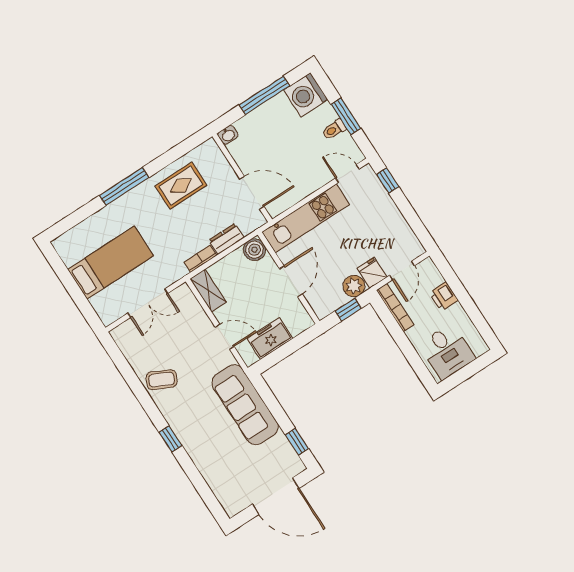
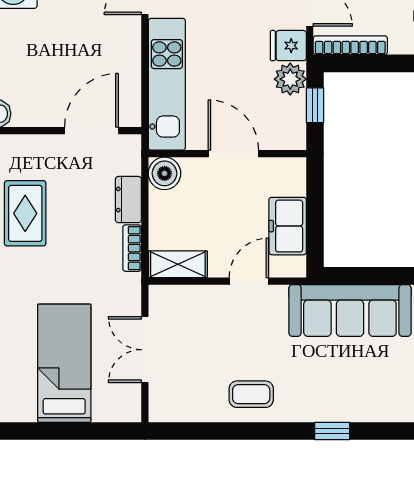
double door: (148, 303) -> (145, 350), swing flipped
coffee table: (162, 380) -> (251, 394), turned 64

